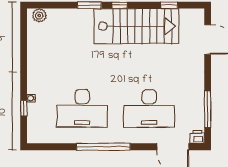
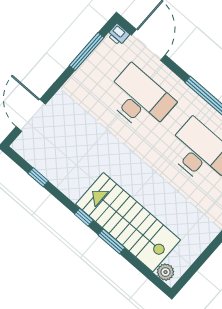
stairs: (137, 26) -> (128, 222), moved

